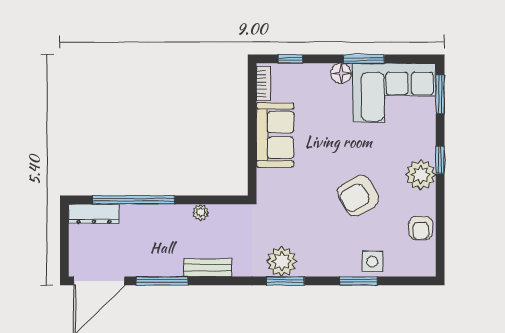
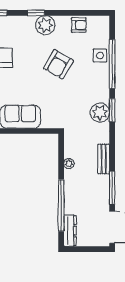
armchair: (358, 196) -> (58, 64), turned 60
window: (359, 281) -> (112, 64), width x2.11

